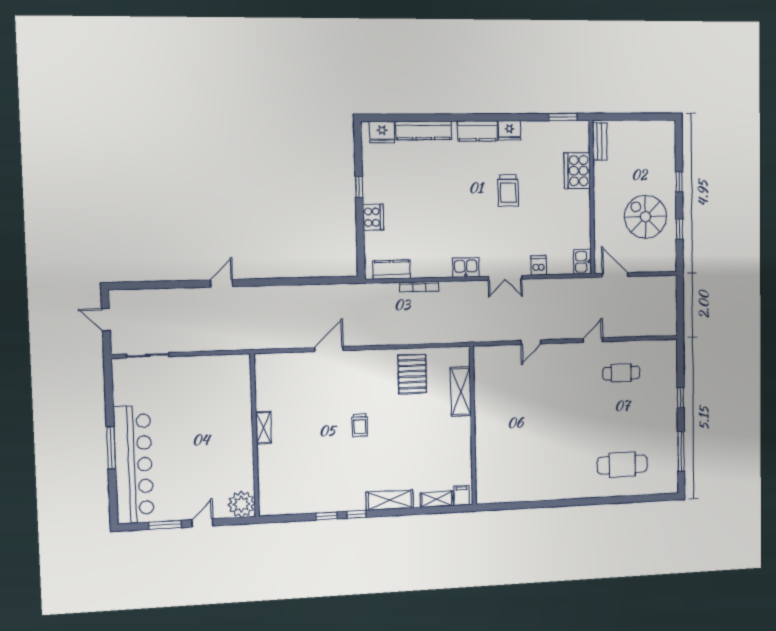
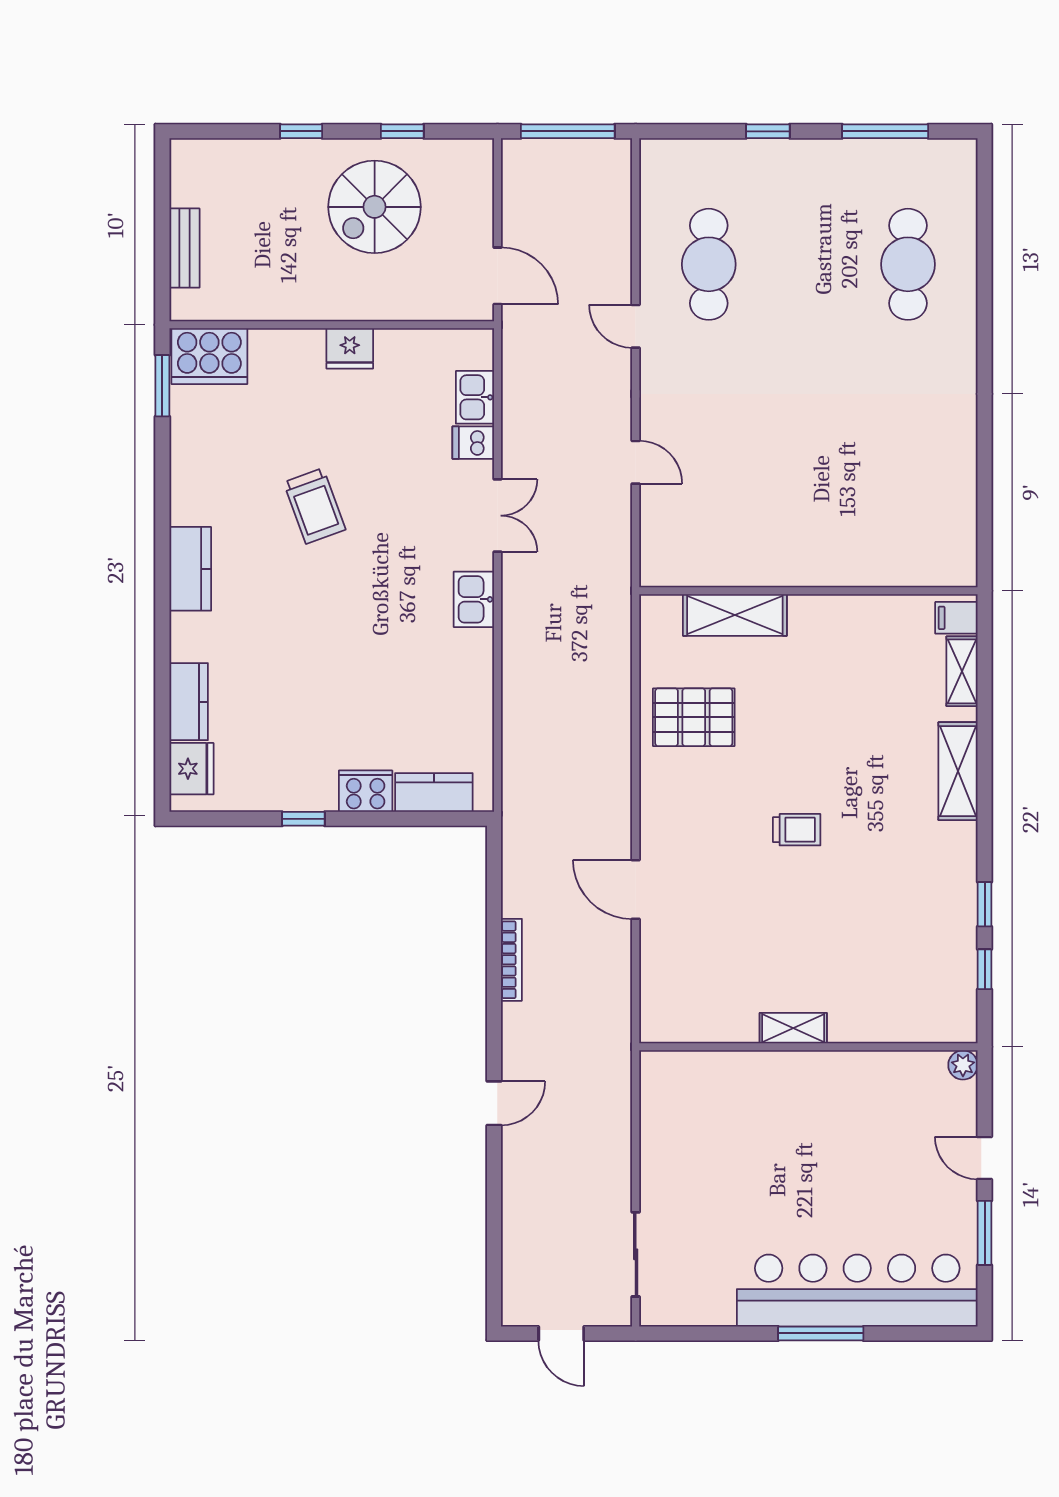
kitchen counter: (423, 130) -> (189, 702), width x0.67
fridge: (510, 130) -> (350, 348), moved, turned 90
bench: (600, 141) -> (184, 248), moved, turned 90
cooker: (577, 171) -> (209, 356), moved
trolley: (508, 190) -> (315, 506), turned 70
kitchen sink: (582, 262) -> (475, 397), moved, turned 90
kitchen counter: (392, 270) -> (434, 792), moved, turned 90
door: (615, 275) -> (497, 276), swing flipped
door: (222, 283) -> (494, 1103), swing flipped
bookcase: (419, 287) -> (511, 960), moved
window: (680, 306) -> (568, 131), added
door: (106, 320) -> (561, 1333), hinge flipped
cafe table: (621, 373) -> (709, 264), width x1.37, depth x1.35
plant: (241, 504) -> (963, 1065), width x0.53, depth x0.53
window: (356, 514) -> (985, 969), moved

